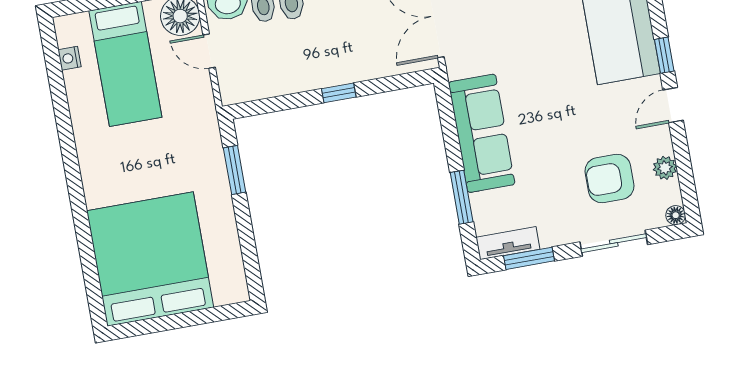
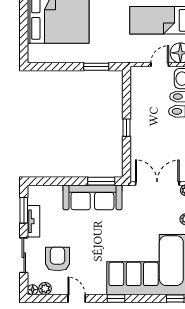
door: (673, 105) -> (77, 298), moved
plant: (665, 168) -> (45, 289), moved
window: (462, 197) -> (101, 181), moved
tv unit: (508, 243) -> (34, 221), moved

